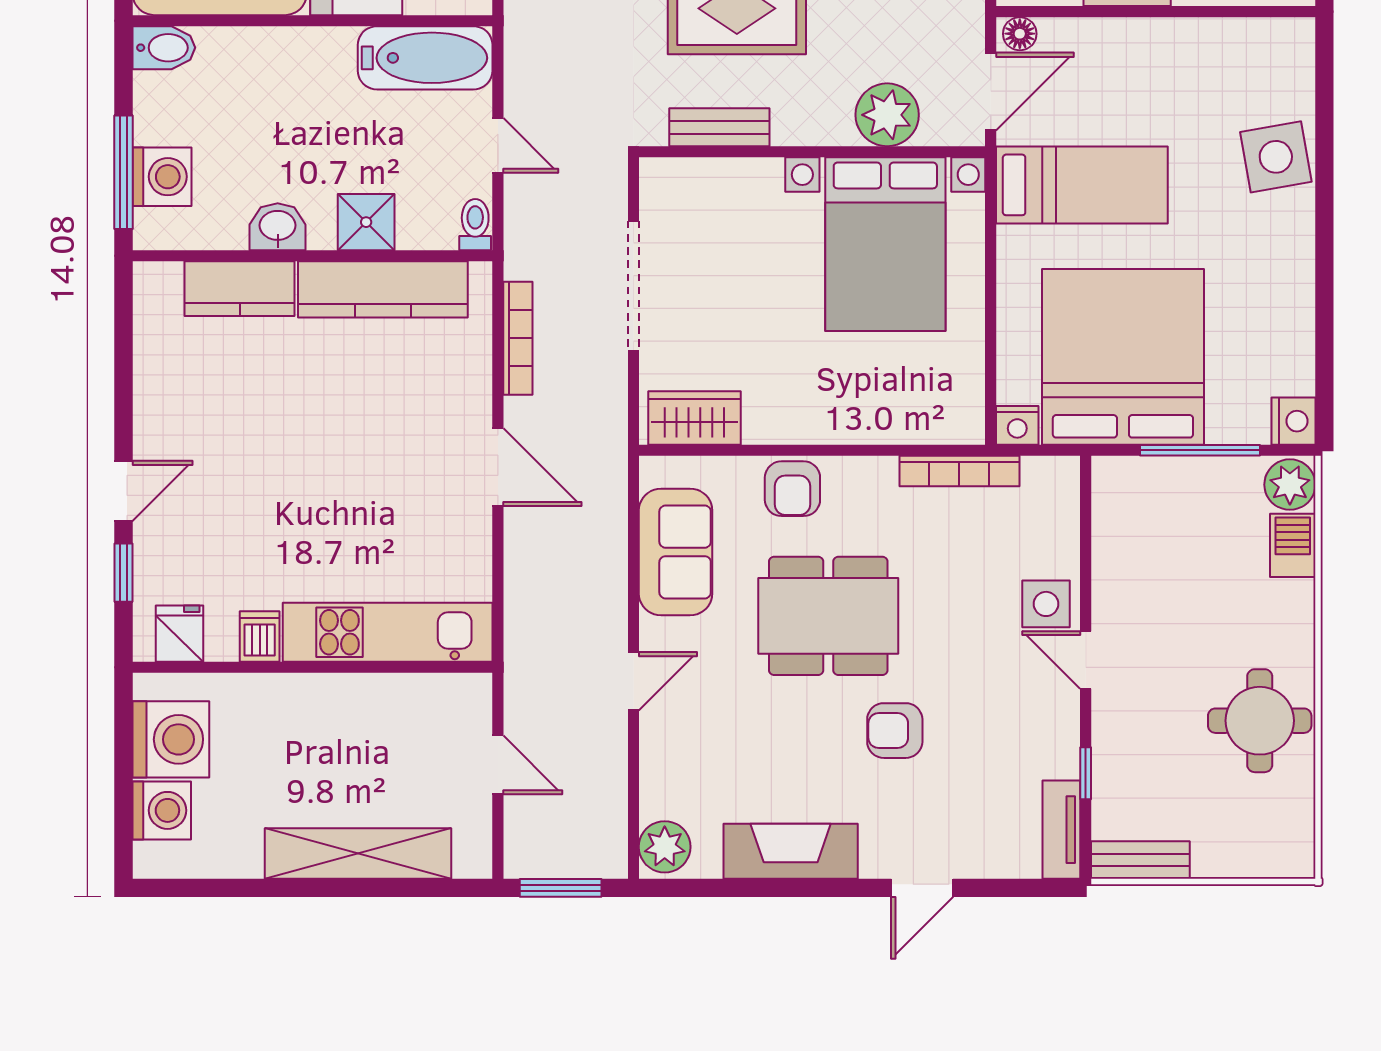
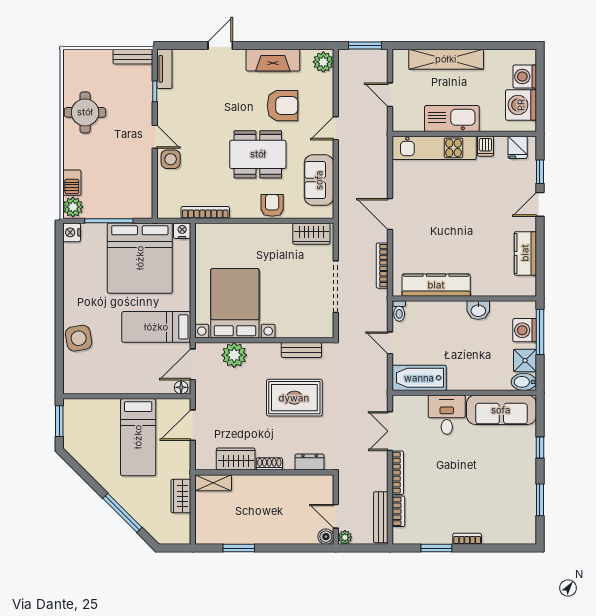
shower: (366, 222) -> (525, 360), moved
kitchen counter: (240, 289) -> (525, 253), moved, turned -90
kitchen sink: (343, 705) -> (452, 119), added
armchair: (895, 731) -> (282, 106), moved, width x1.38, depth x1.38

